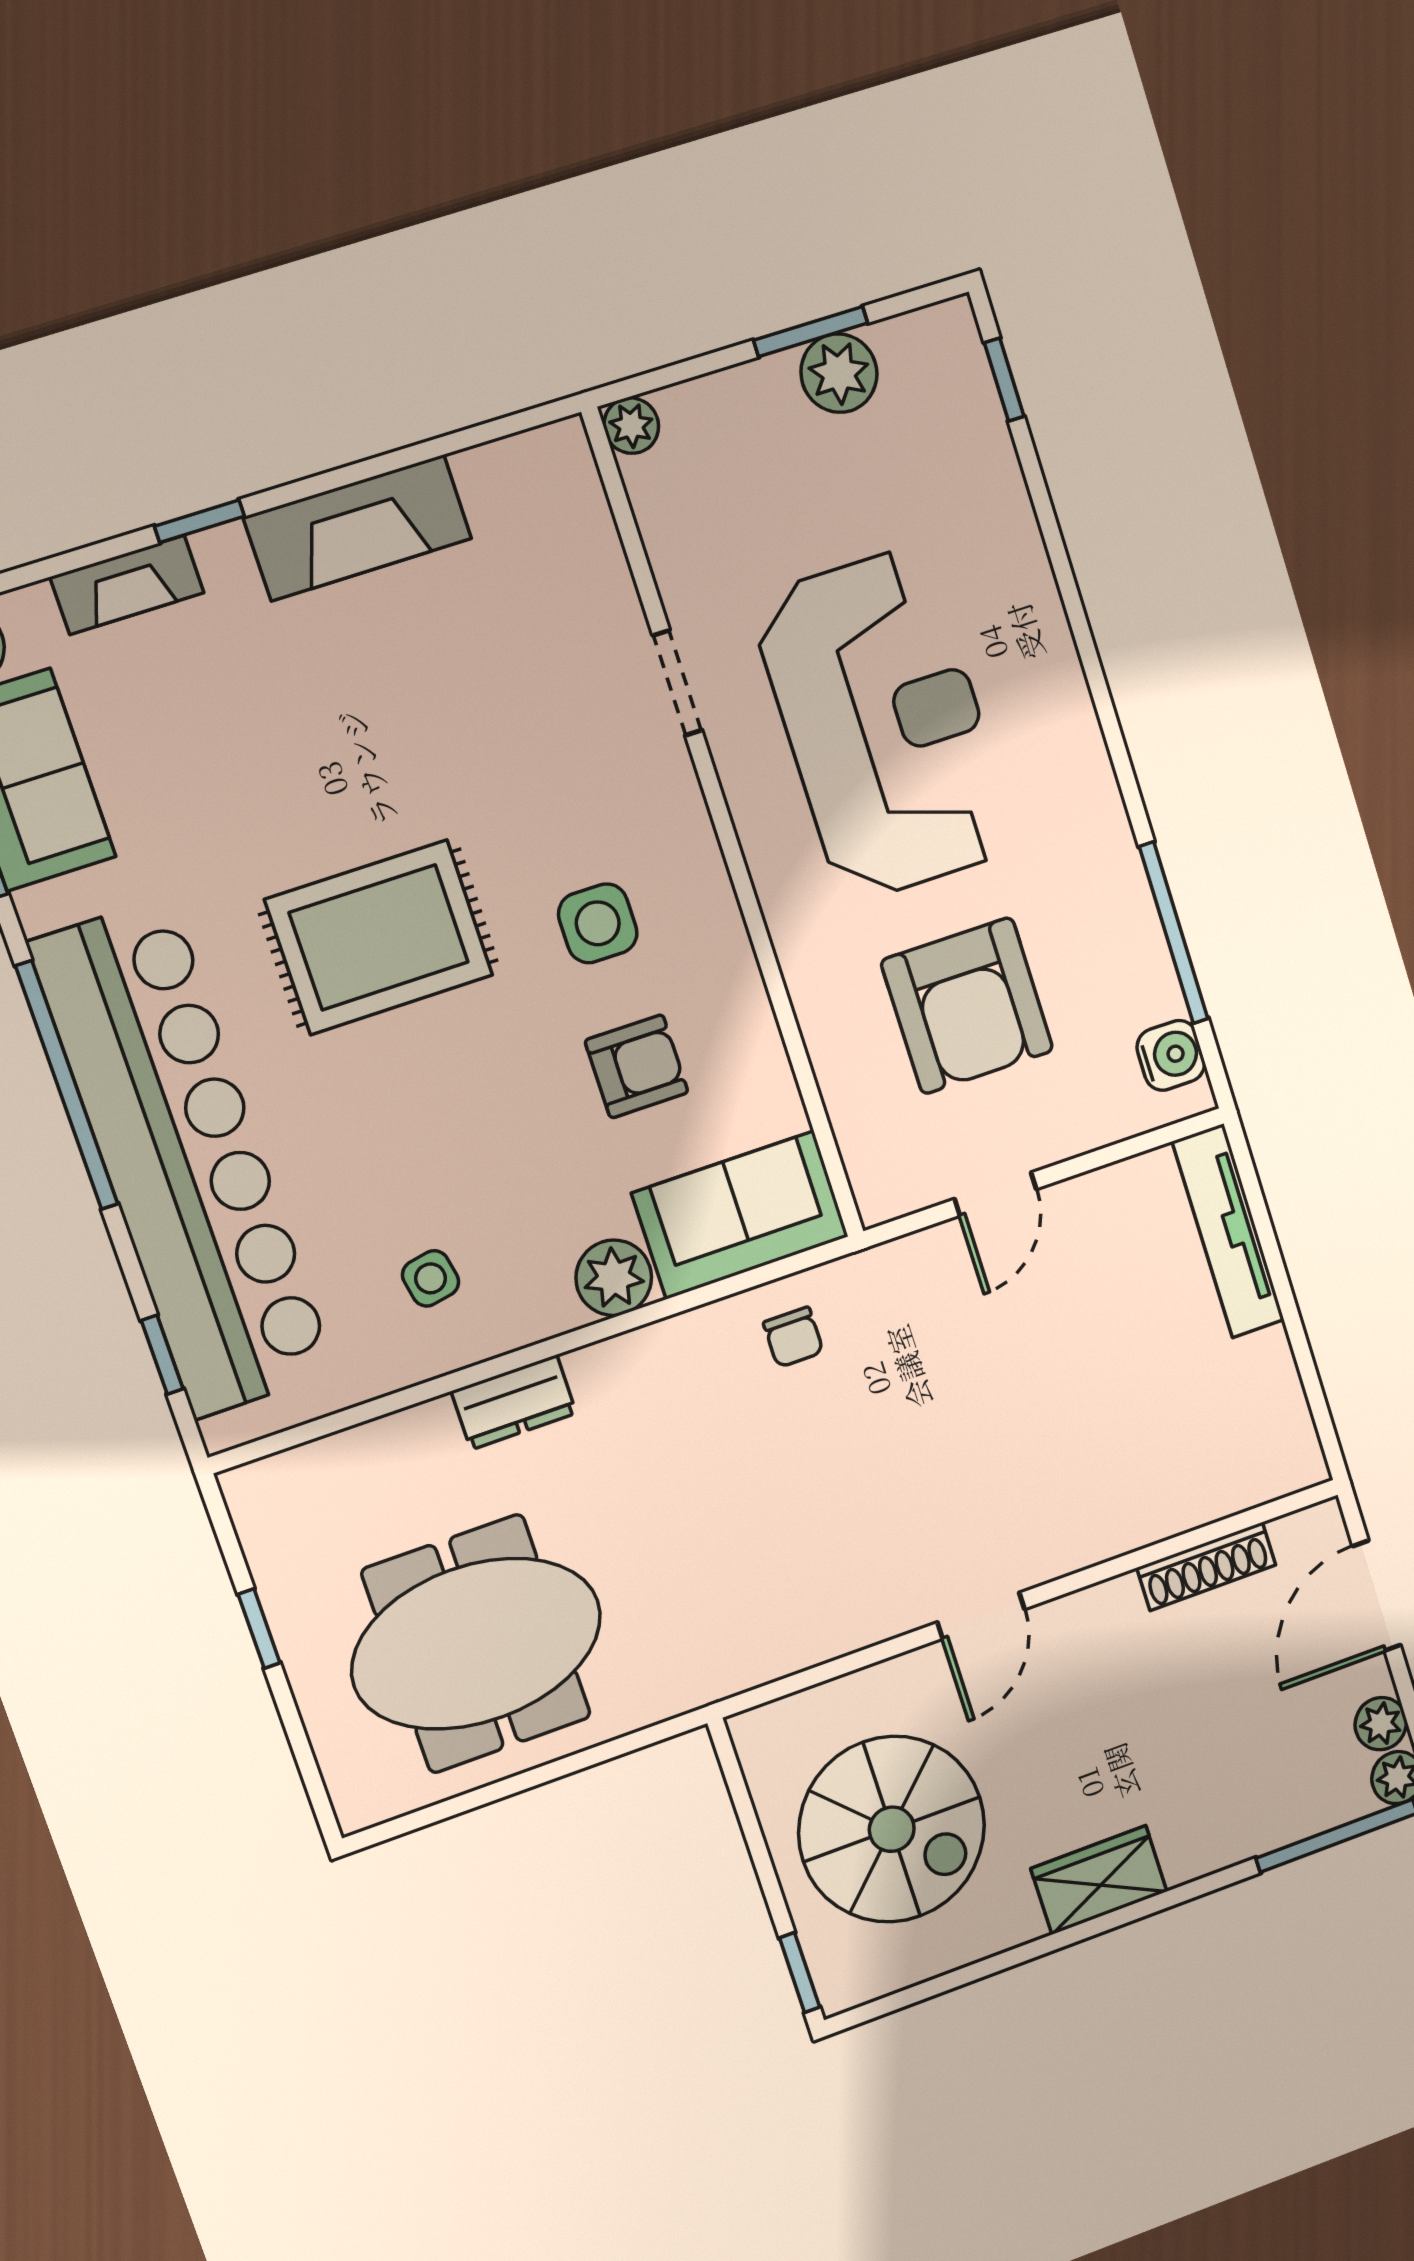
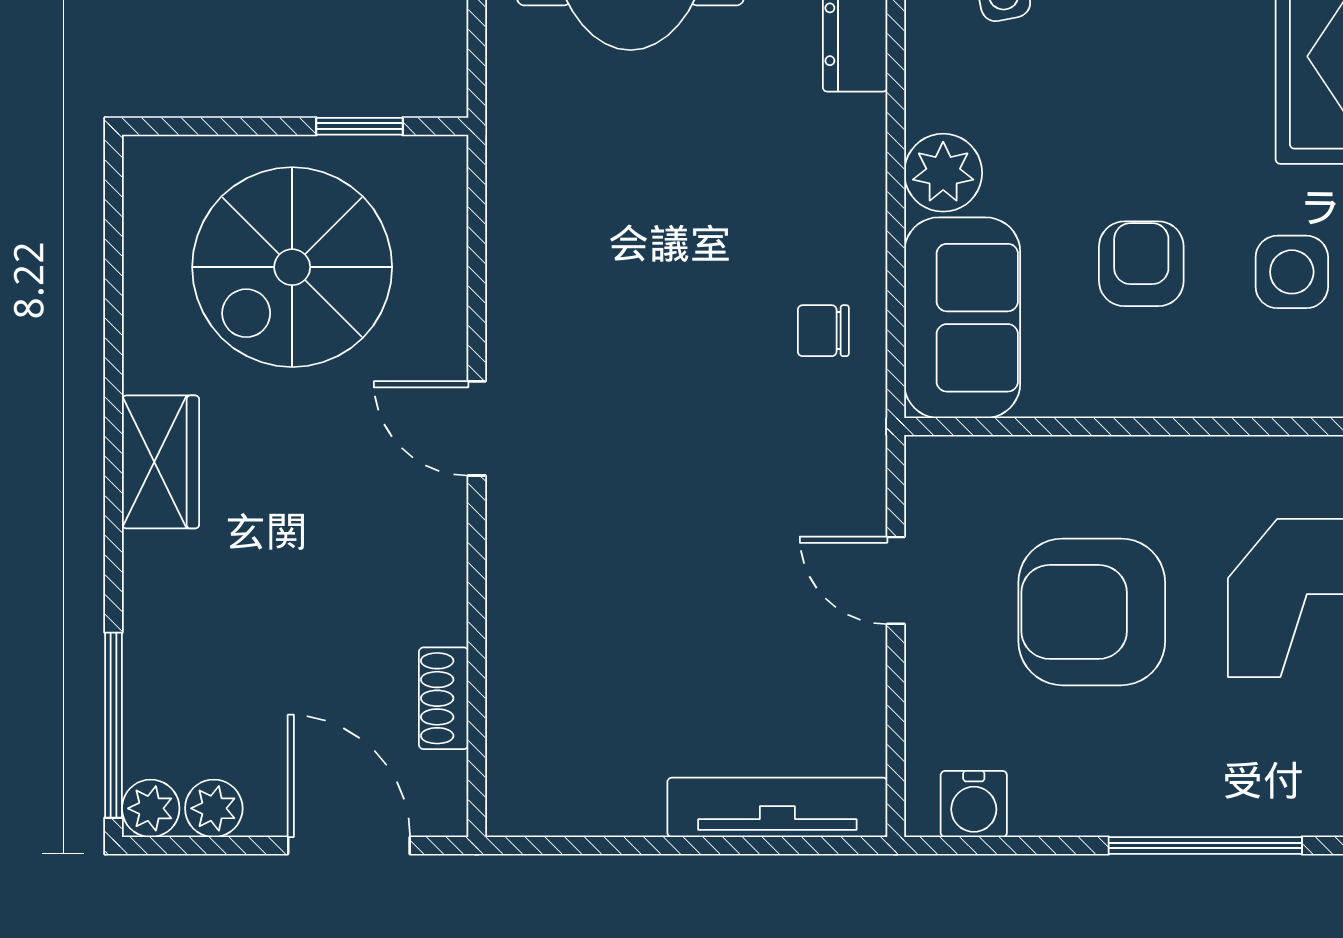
window: (1174, 933) -> (1205, 846), moved
armchair: (637, 1066) -> (1141, 264), turned 180
shoe rack: (1206, 1566) -> (444, 698), width x0.70
window: (800, 1973) -> (360, 126), moved

